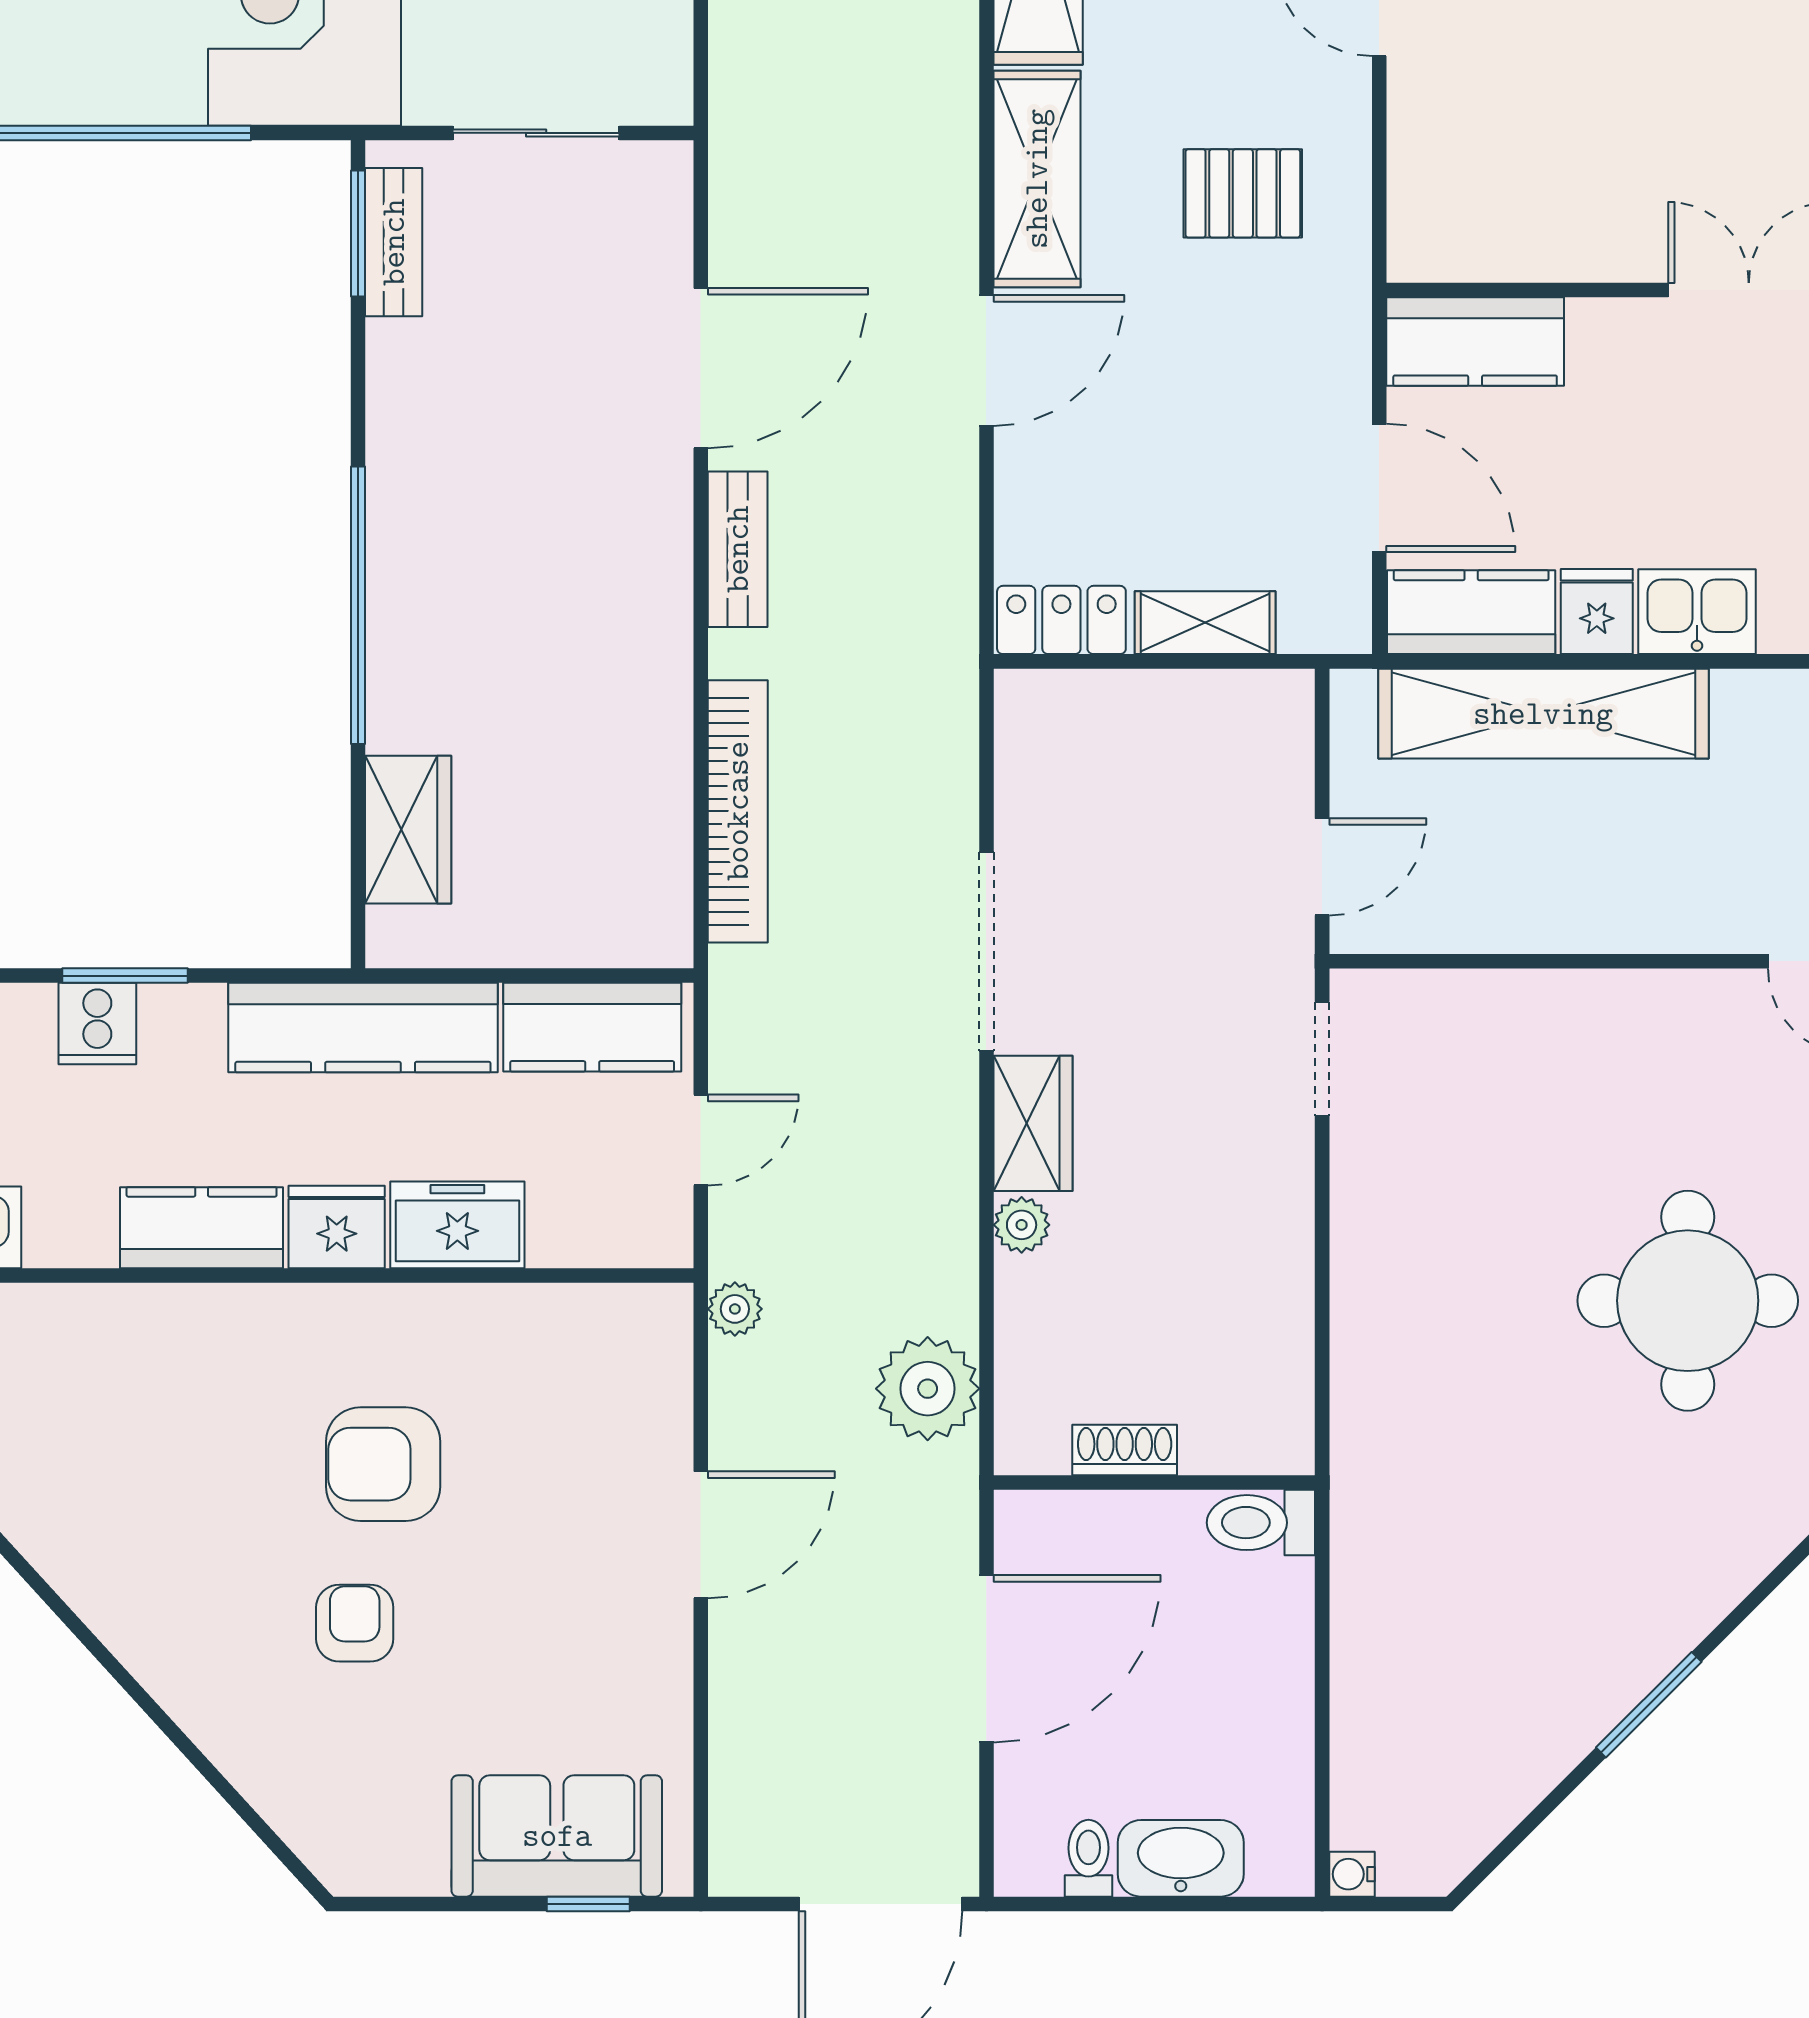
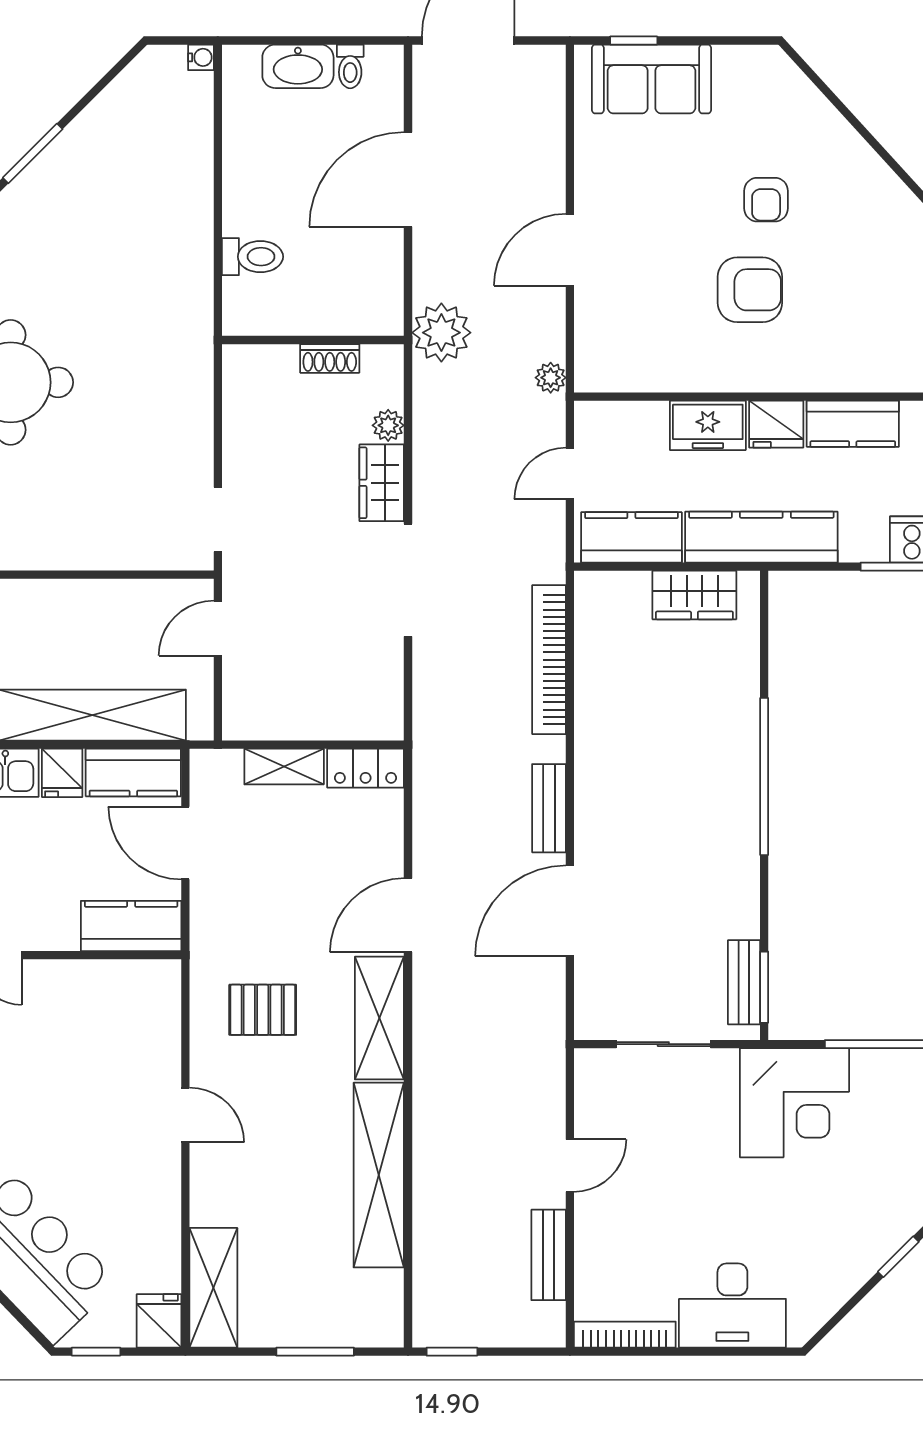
wardrobe: (408, 830) -> (694, 595), moved, turned -90
shoe rack: (1125, 1450) -> (330, 358), moved
wall: (1154, 1483) -> (313, 340), moved

